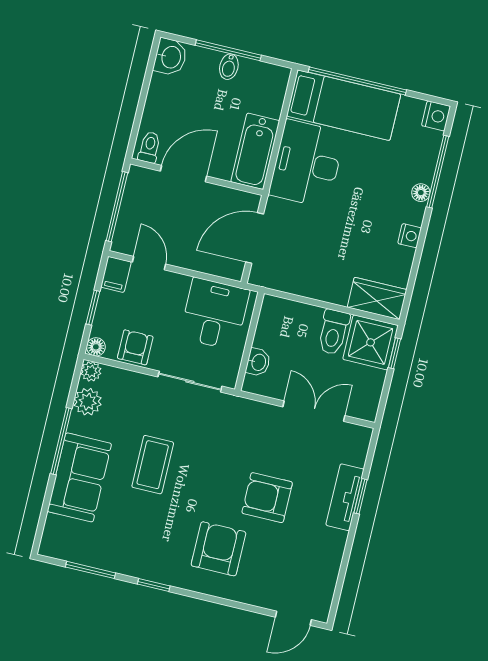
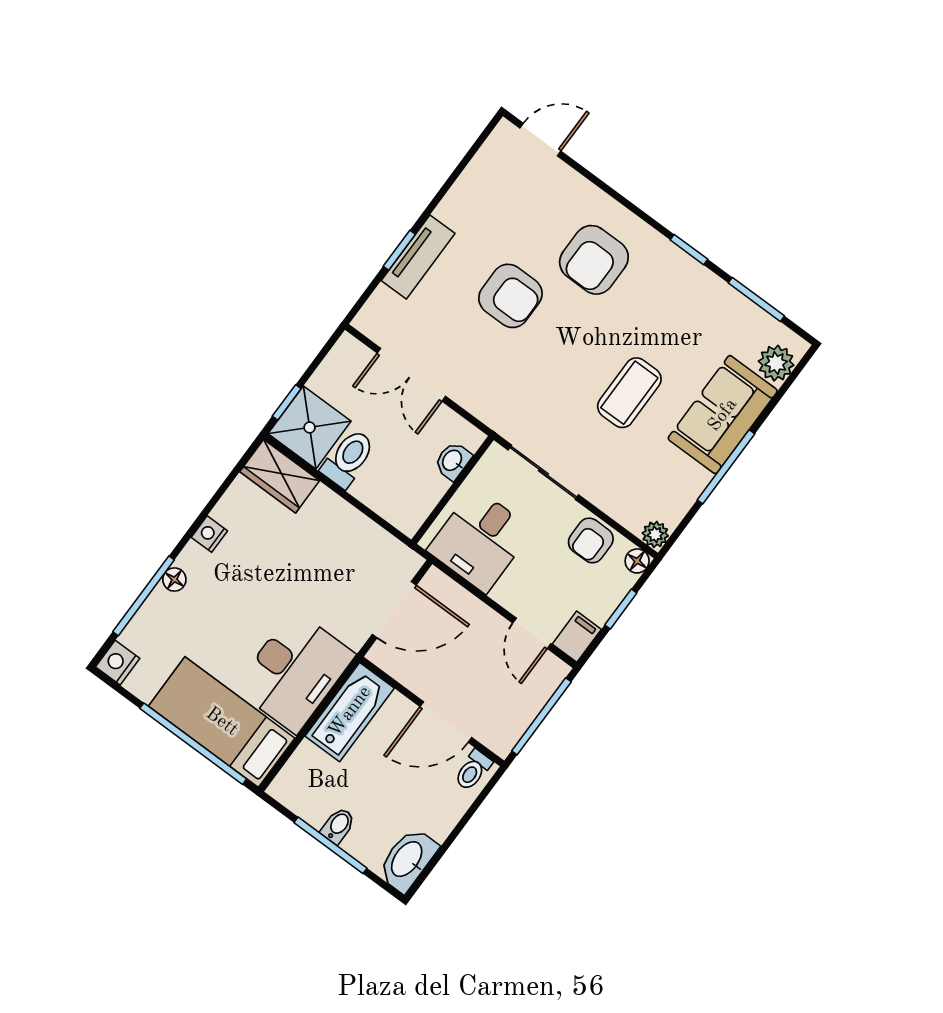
washbasin: (170, 57) -> (408, 860), width x1.38
plant: (88, 402) -> (776, 363), moved

